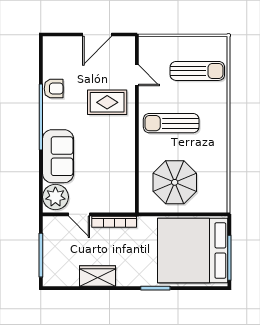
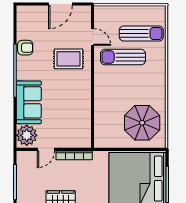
sun lounger: (171, 123) -> (123, 57), moved
parasol: (175, 182) -> (142, 123), moved
door: (79, 214) -> (46, 149), hinge flipped

